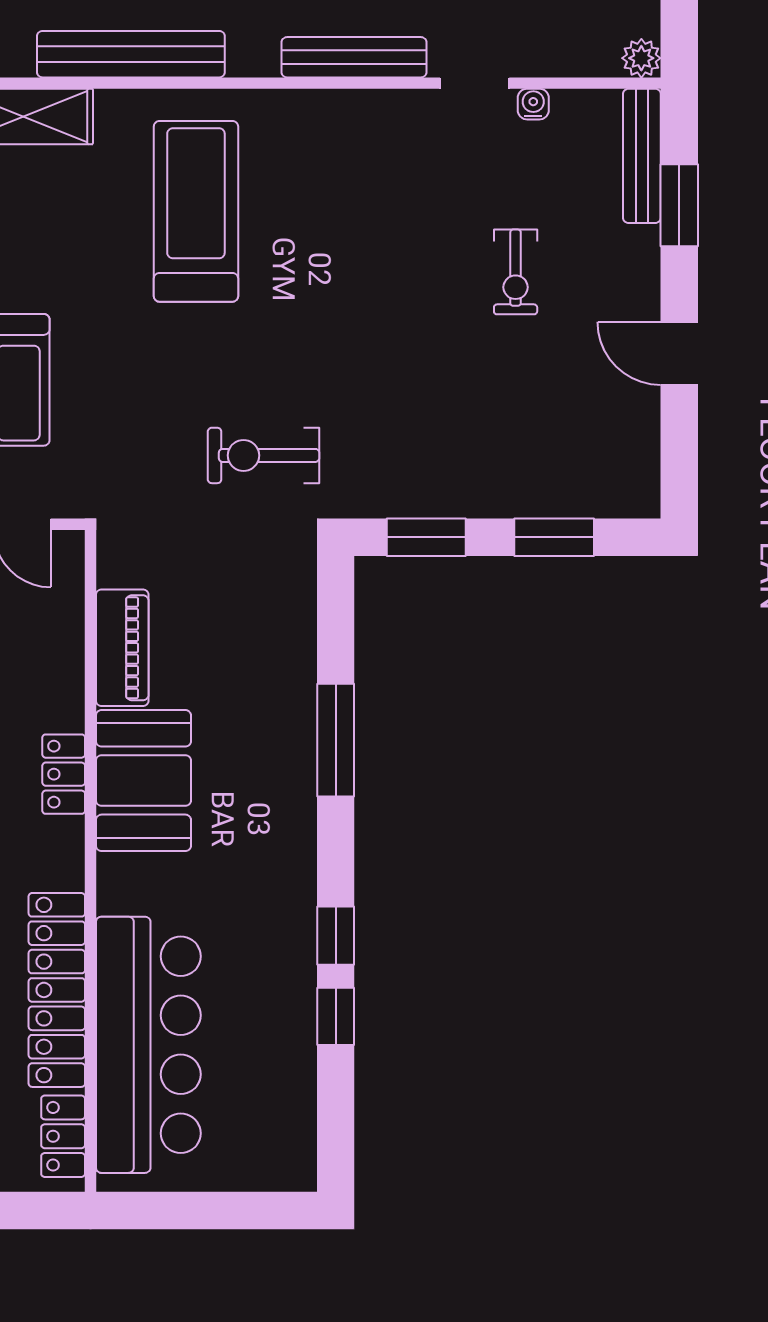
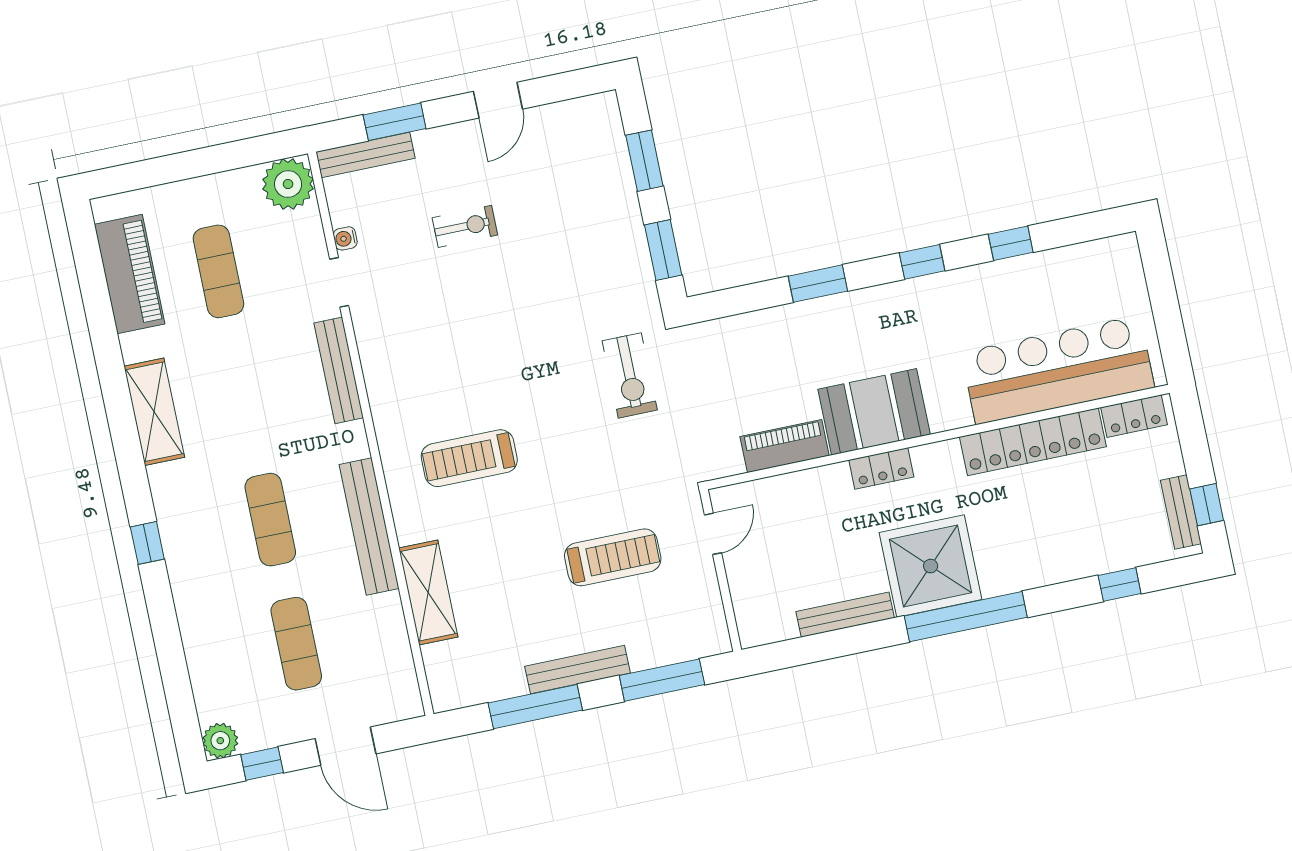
plant: (641, 58) -> (288, 184), width x1.87, depth x1.87
treadmill: (196, 211) -> (469, 458), width x0.73, depth x0.73
window: (336, 740) -> (818, 284), width x0.69
window: (336, 936) -> (922, 262), moved

